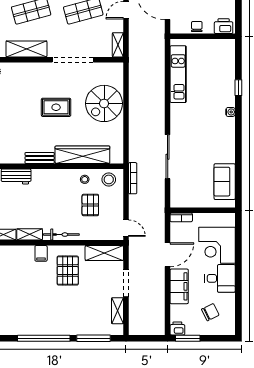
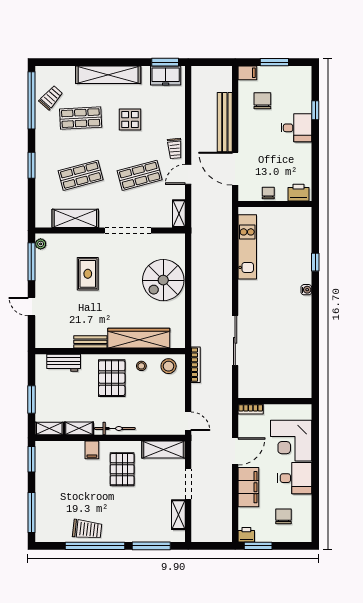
rug: (56, 107) -> (88, 274), moved, turned 90
sofa: (225, 182) -> (300, 369), removed
pallet: (90, 205) -> (112, 378), moved, width x1.50, depth x1.42
chair: (210, 312) -> (284, 516), turned -64
trolley: (37, 324) -> (87, 529), added

